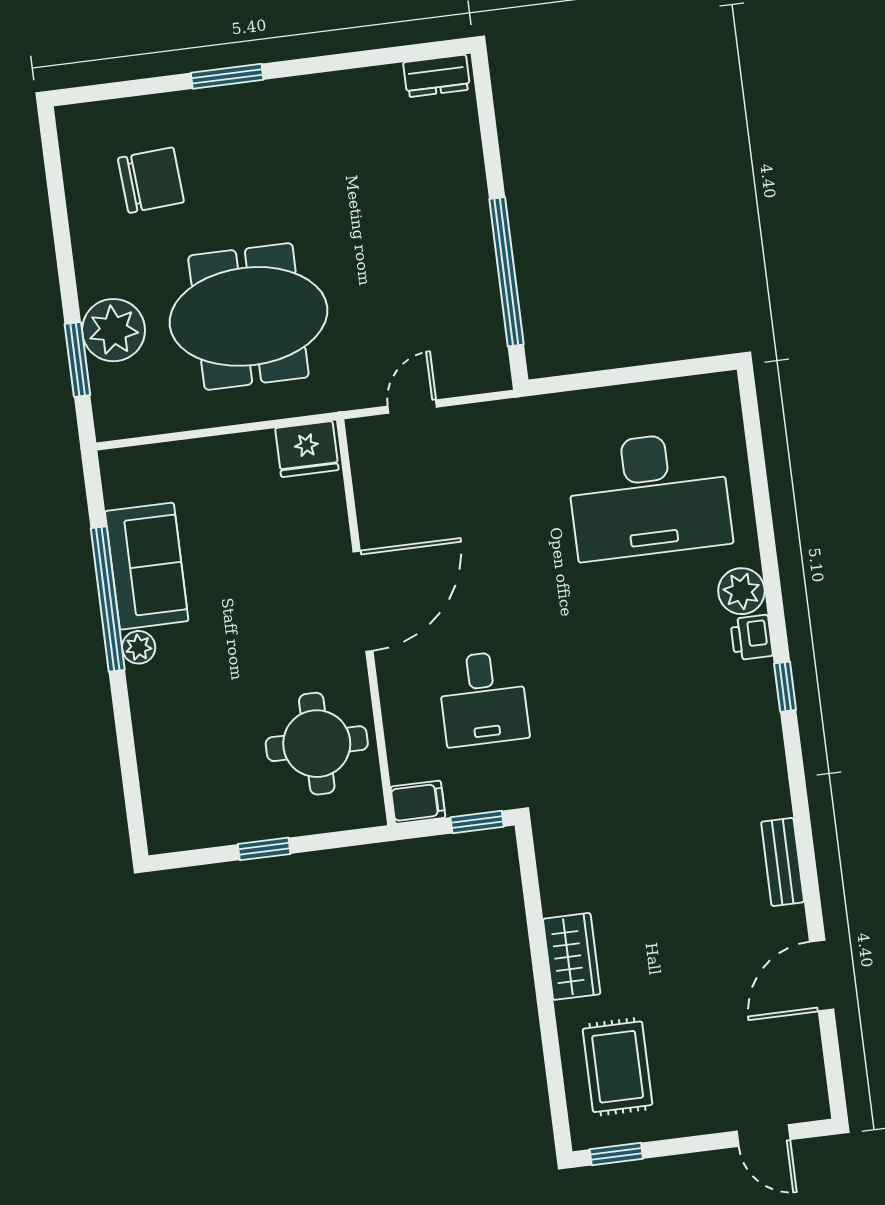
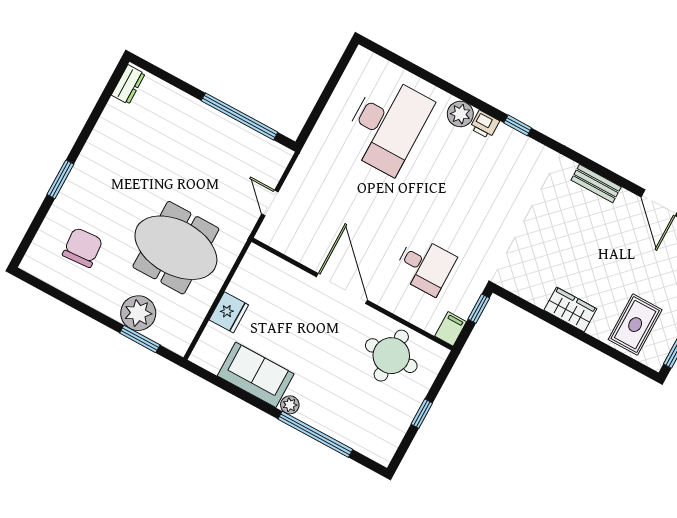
meeting table: (248, 316) -> (176, 248), turned 90
fridge: (307, 449) -> (229, 312), moved
window: (108, 599) -> (315, 434), moved
rug: (618, 1067) -> (635, 325), turned 90

